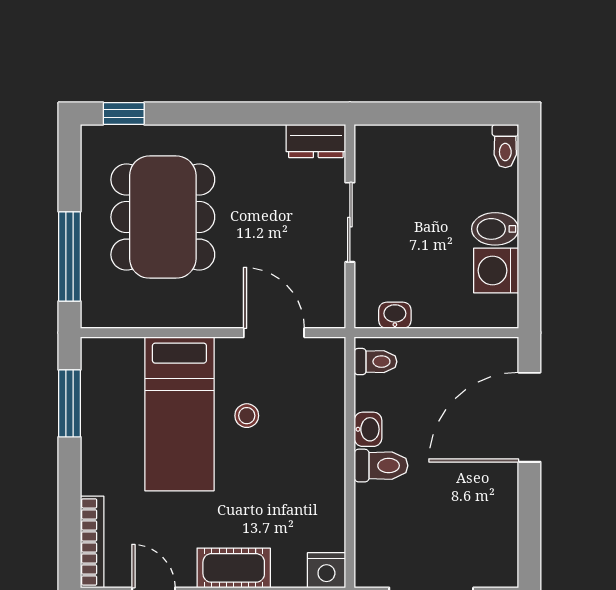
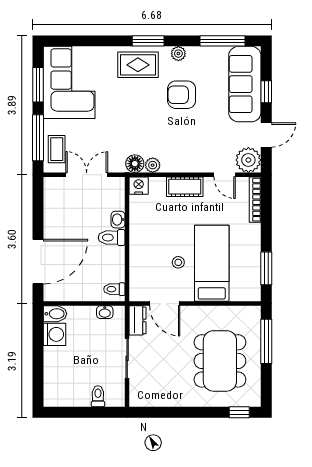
dresser: (316, 141) -> (138, 320), moved, turned 90
toilet: (505, 146) -> (98, 396), moved
bidet: (495, 229) -> (55, 314), moved
washbasin: (368, 429) -> (118, 220), moved

